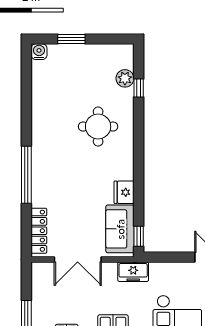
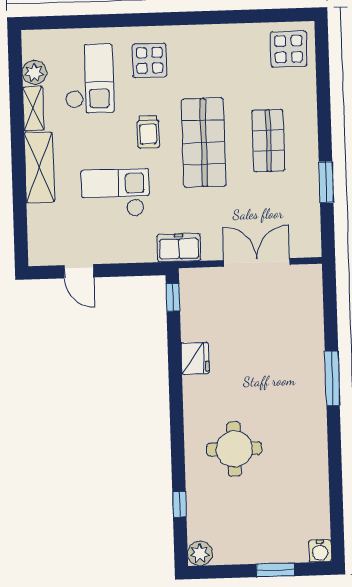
plant: (125, 78) -> (200, 553), moved
window: (26, 175) -> (332, 378), width x0.68
sofa: (120, 229) -> (199, 307), removed
locker: (39, 231) -> (312, 301), removed

